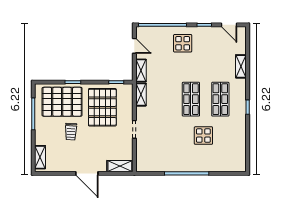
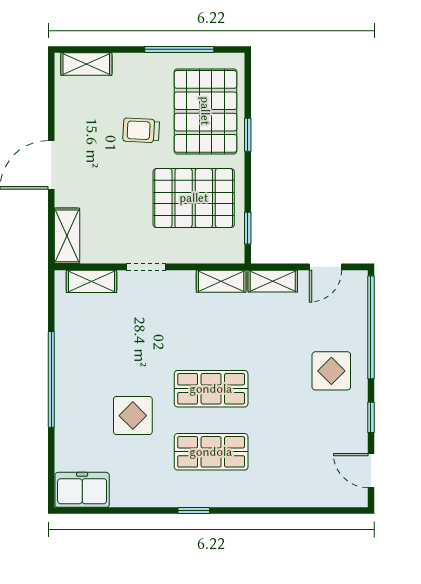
door: (229, 25) -> (371, 471), hinge flipped
shelving: (241, 66) -> (91, 281), moved
freezer: (238, 159) -> (82, 490), added

